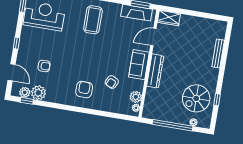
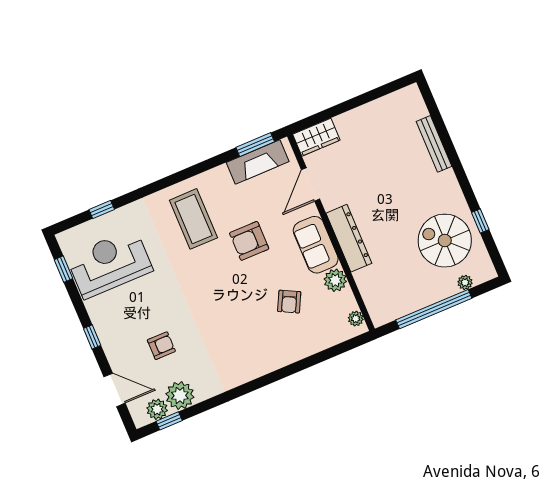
armchair: (84, 89) -> (249, 241), moved, turned -90
plant: (136, 97) -> (335, 280), moved
spiral stairs: (196, 98) -> (445, 241), turned 90

